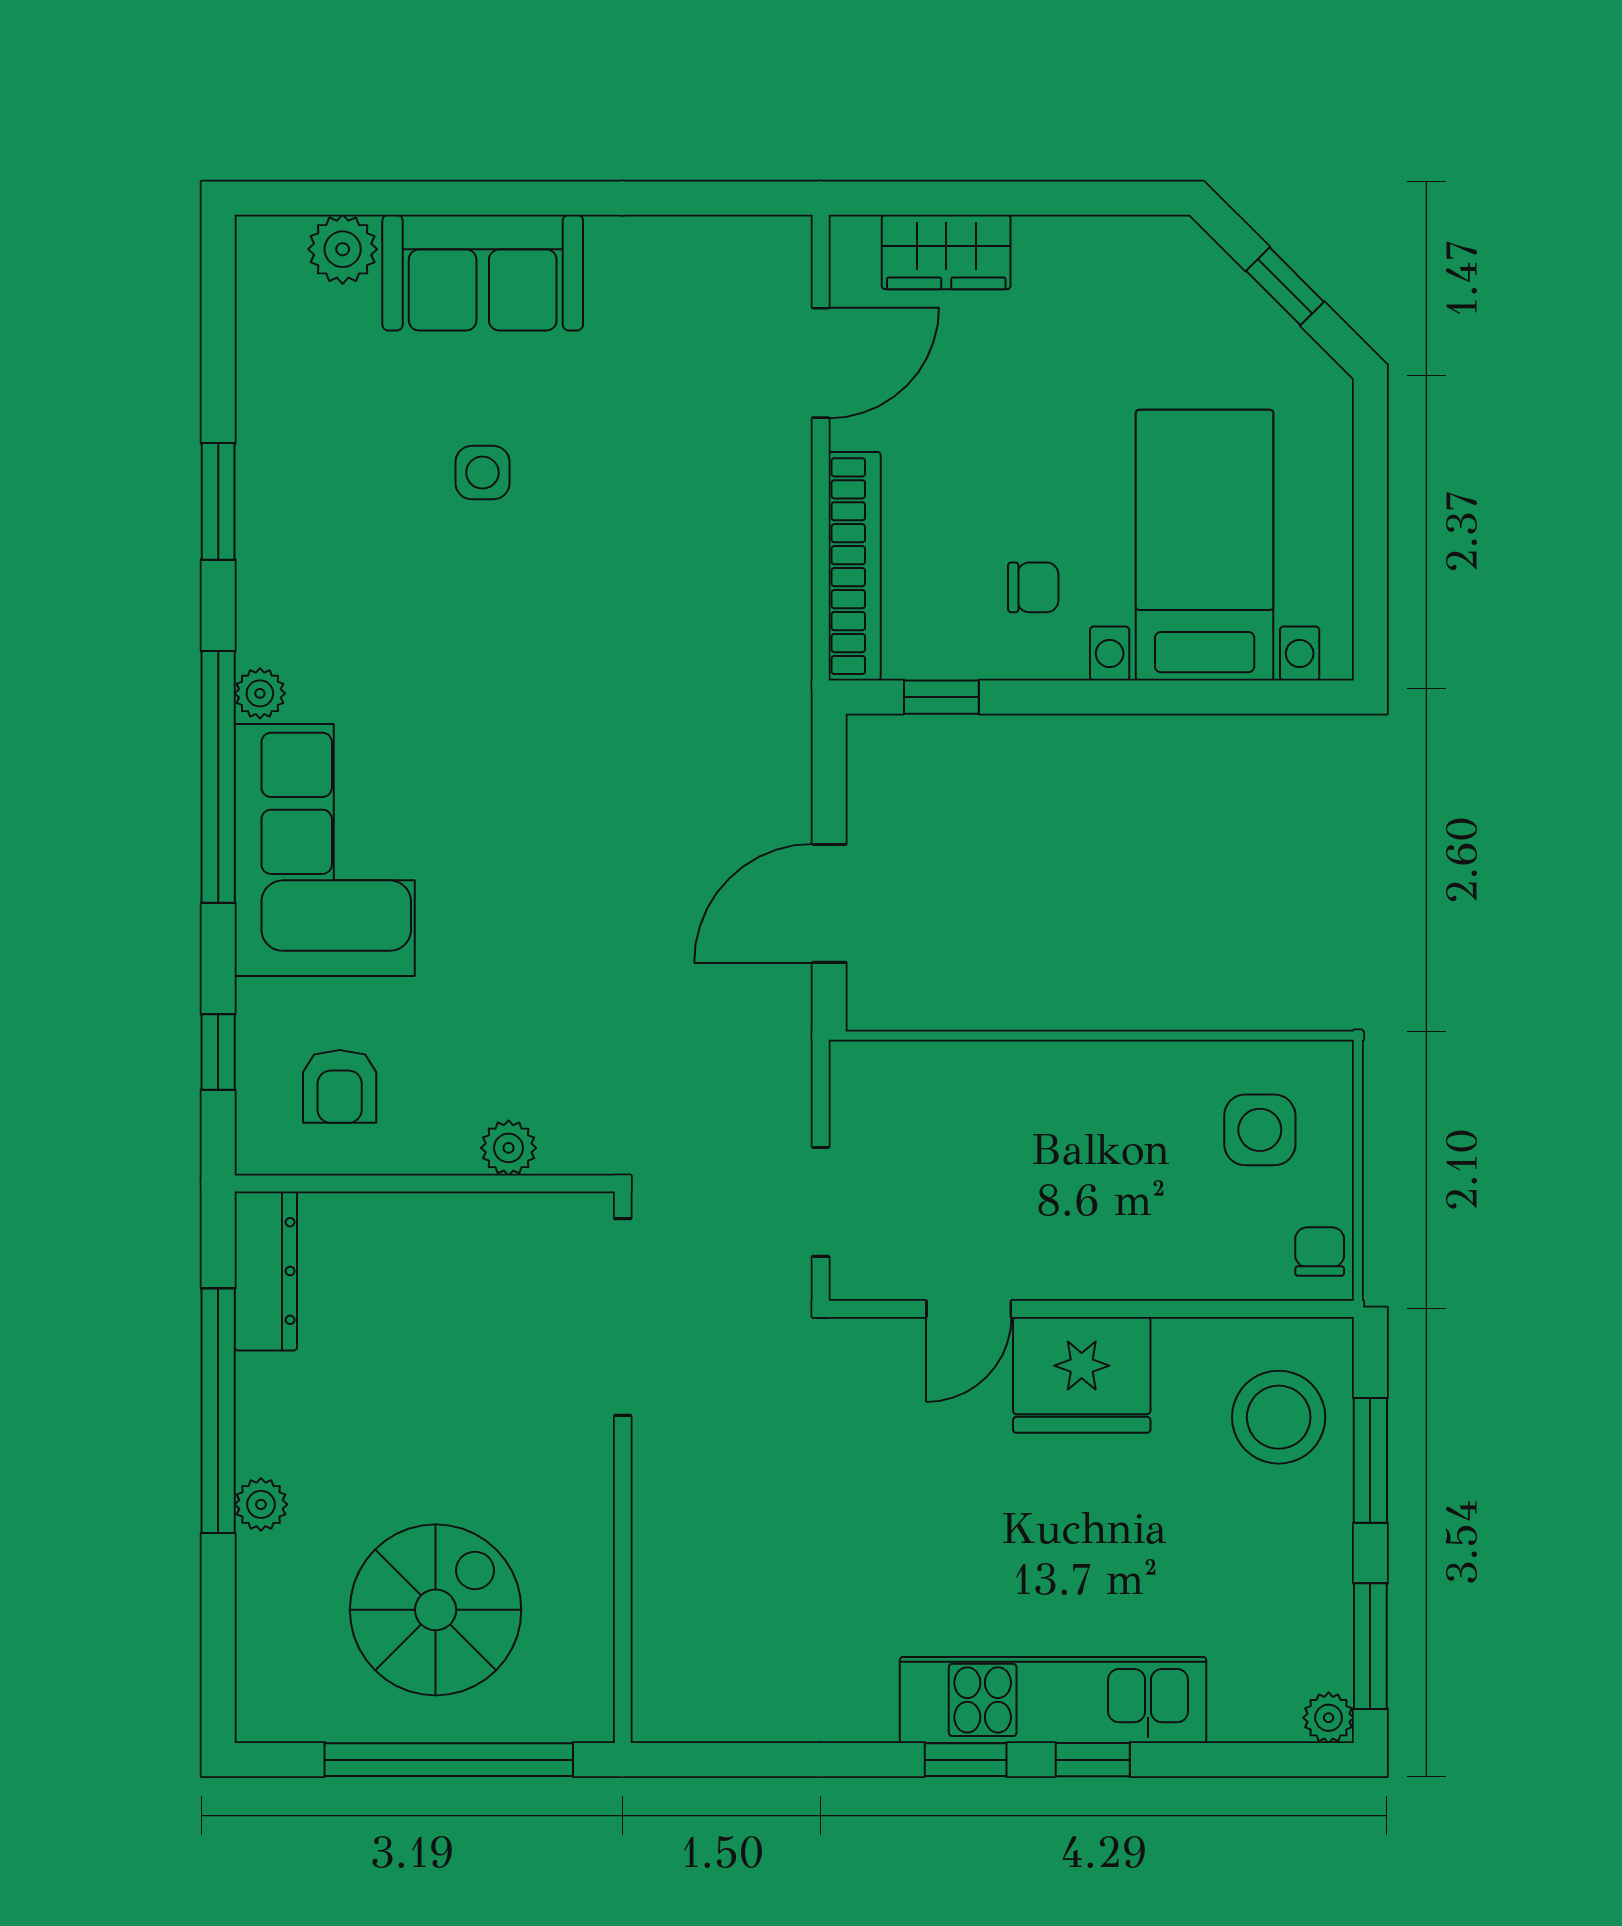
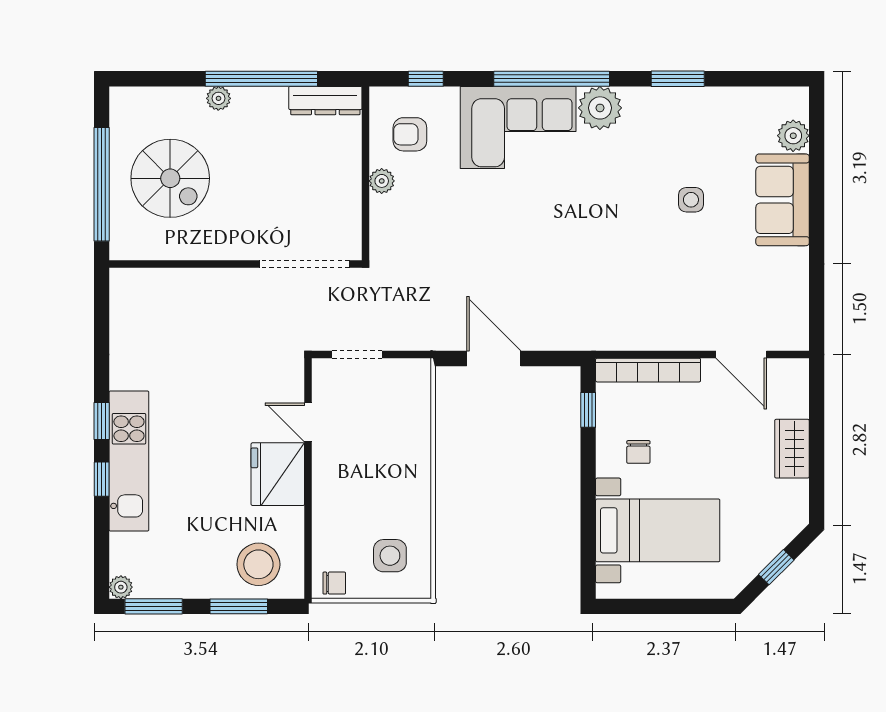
wardrobe: (946, 252) -> (792, 449), moved
plant: (260, 693) -> (600, 108), width x1.87, depth x1.87
plant: (509, 1148) -> (382, 181), moved

